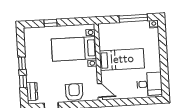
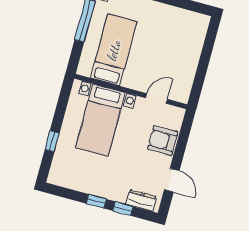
bed: (122, 59) -> (114, 50), moved
desk: (149, 84) -> (187, 29), removed
door: (100, 90) -> (156, 98), moved

